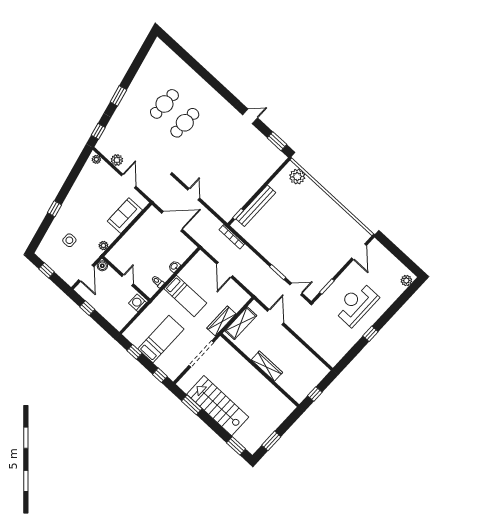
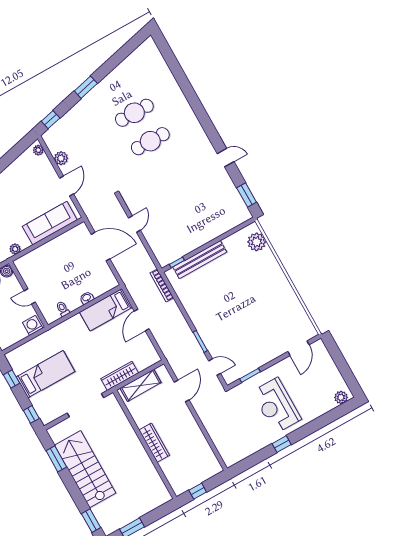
sofa: (125, 216) -> (50, 223), width x1.36
door: (128, 280) -> (30, 296), swing flipped
bed: (185, 296) -> (106, 310), moved, turned 90
reception desk: (356, 304) -> (276, 405), turned -90

